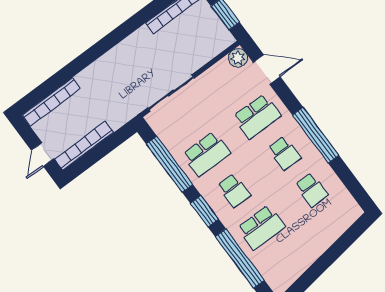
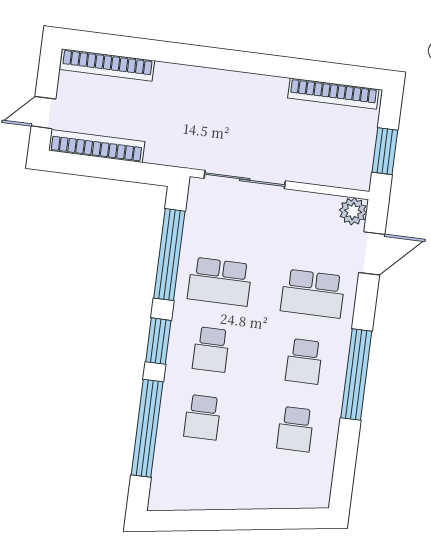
door: (267, 69) -> (372, 253), hinge flipped
school desk: (261, 227) -> (202, 417), width x0.54

